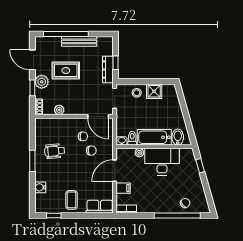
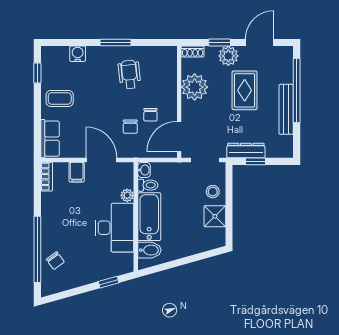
plant: (59, 110) -> (195, 87), width x1.87, depth x1.87

